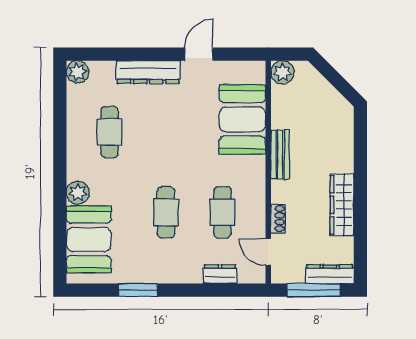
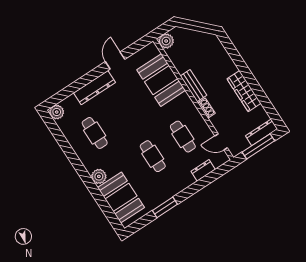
shoe rack: (278, 219) -> (206, 108), moved

